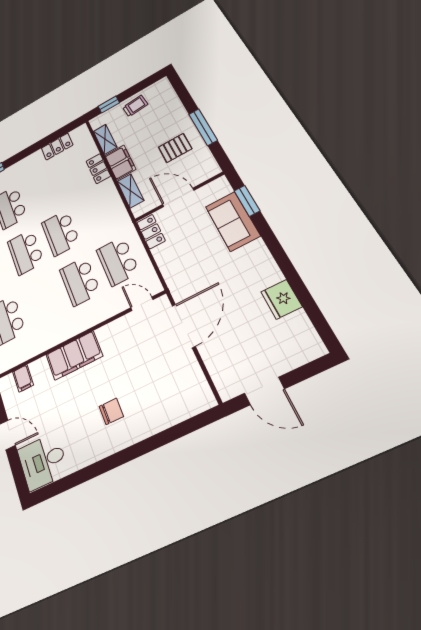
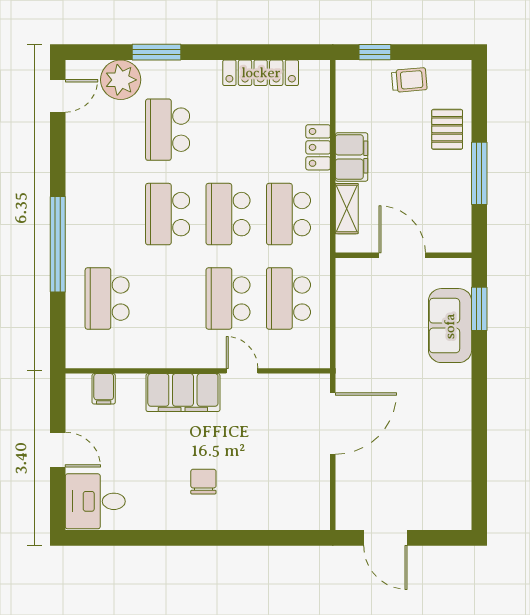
shelving: (105, 139) -> (346, 106), removed
locker: (57, 147) -> (261, 73), width x1.53
pallet: (175, 148) -> (447, 129), moved, turned 90
school desk: (97, 213) -> (289, 214), added
locker: (151, 232) -> (348, 282), removed
fridge: (281, 299) -> (455, 449), removed
door: (142, 304) -> (242, 371), moved
chair: (111, 411) -> (203, 482), turned -90

